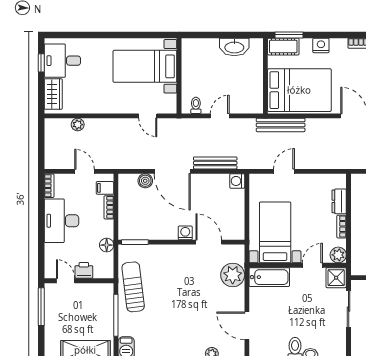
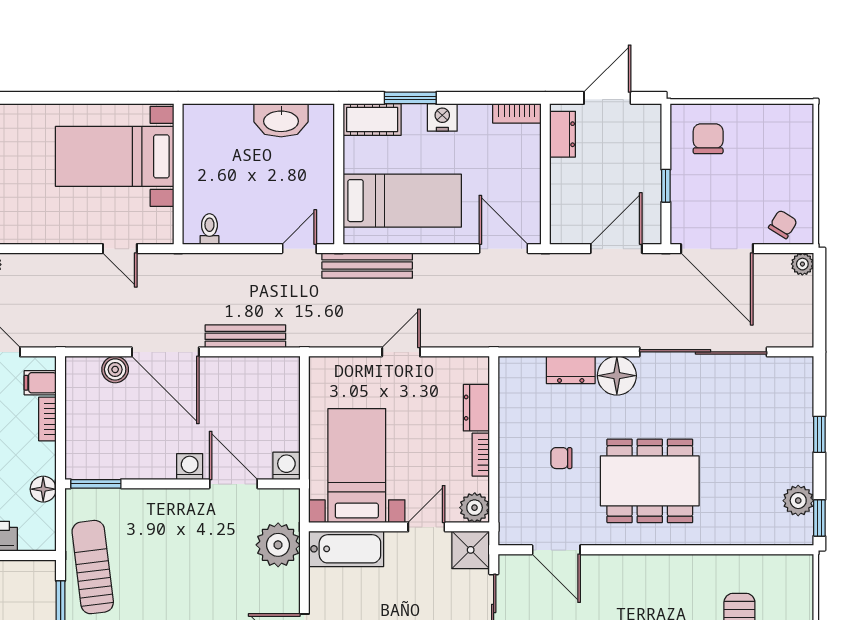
window: (289, 35) -> (410, 98), moved
bed: (299, 90) -> (402, 201), width x0.67
door: (220, 116) -> (299, 249), moved
door: (284, 171) -> (401, 352), moved
washing machine: (237, 181) -> (286, 466), moved, turned 90

